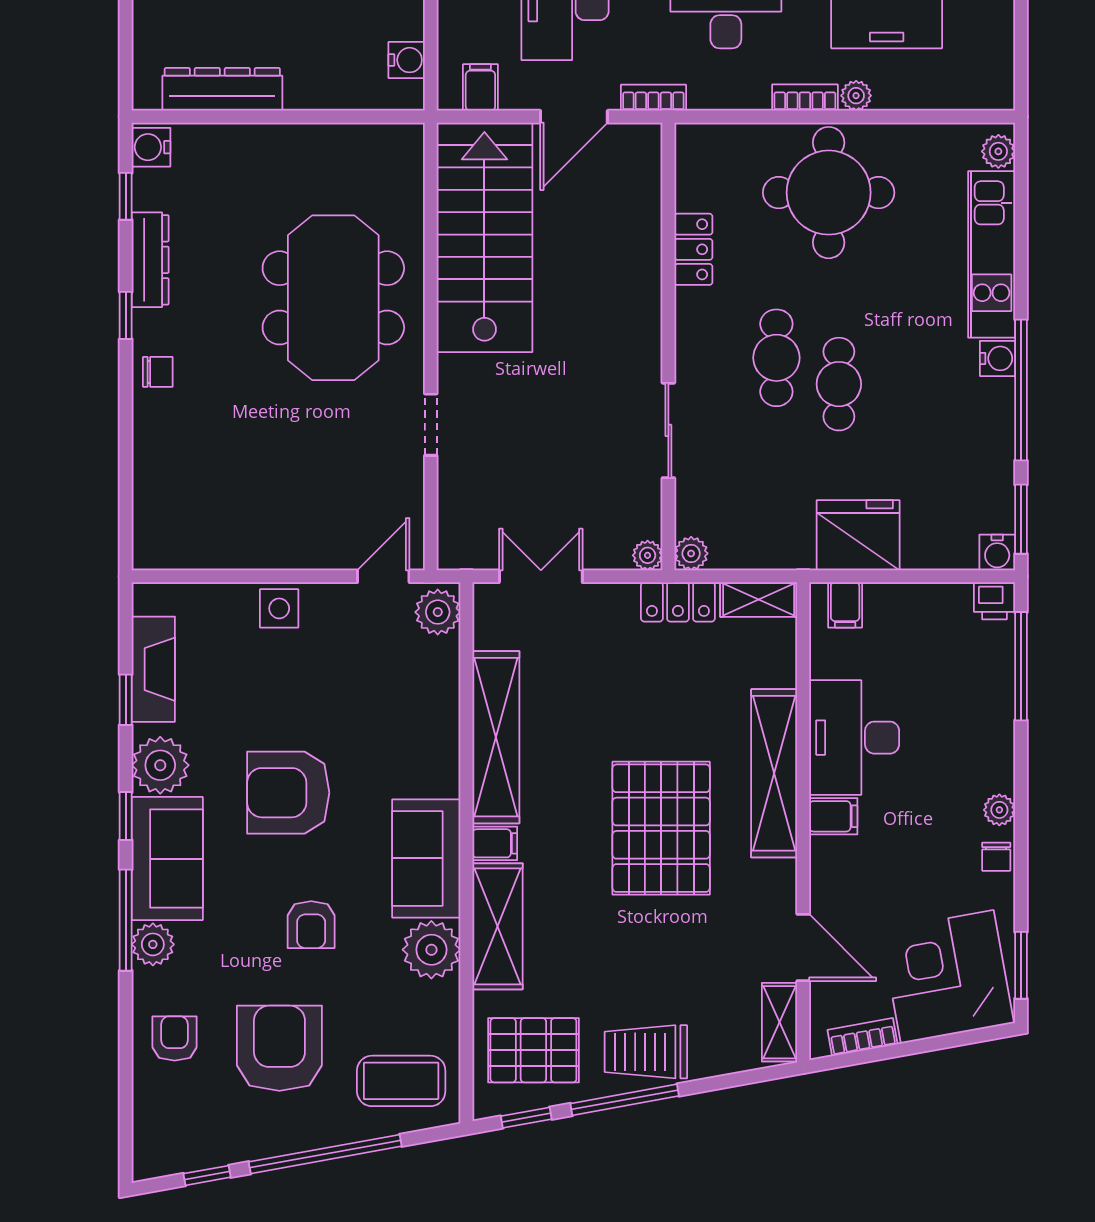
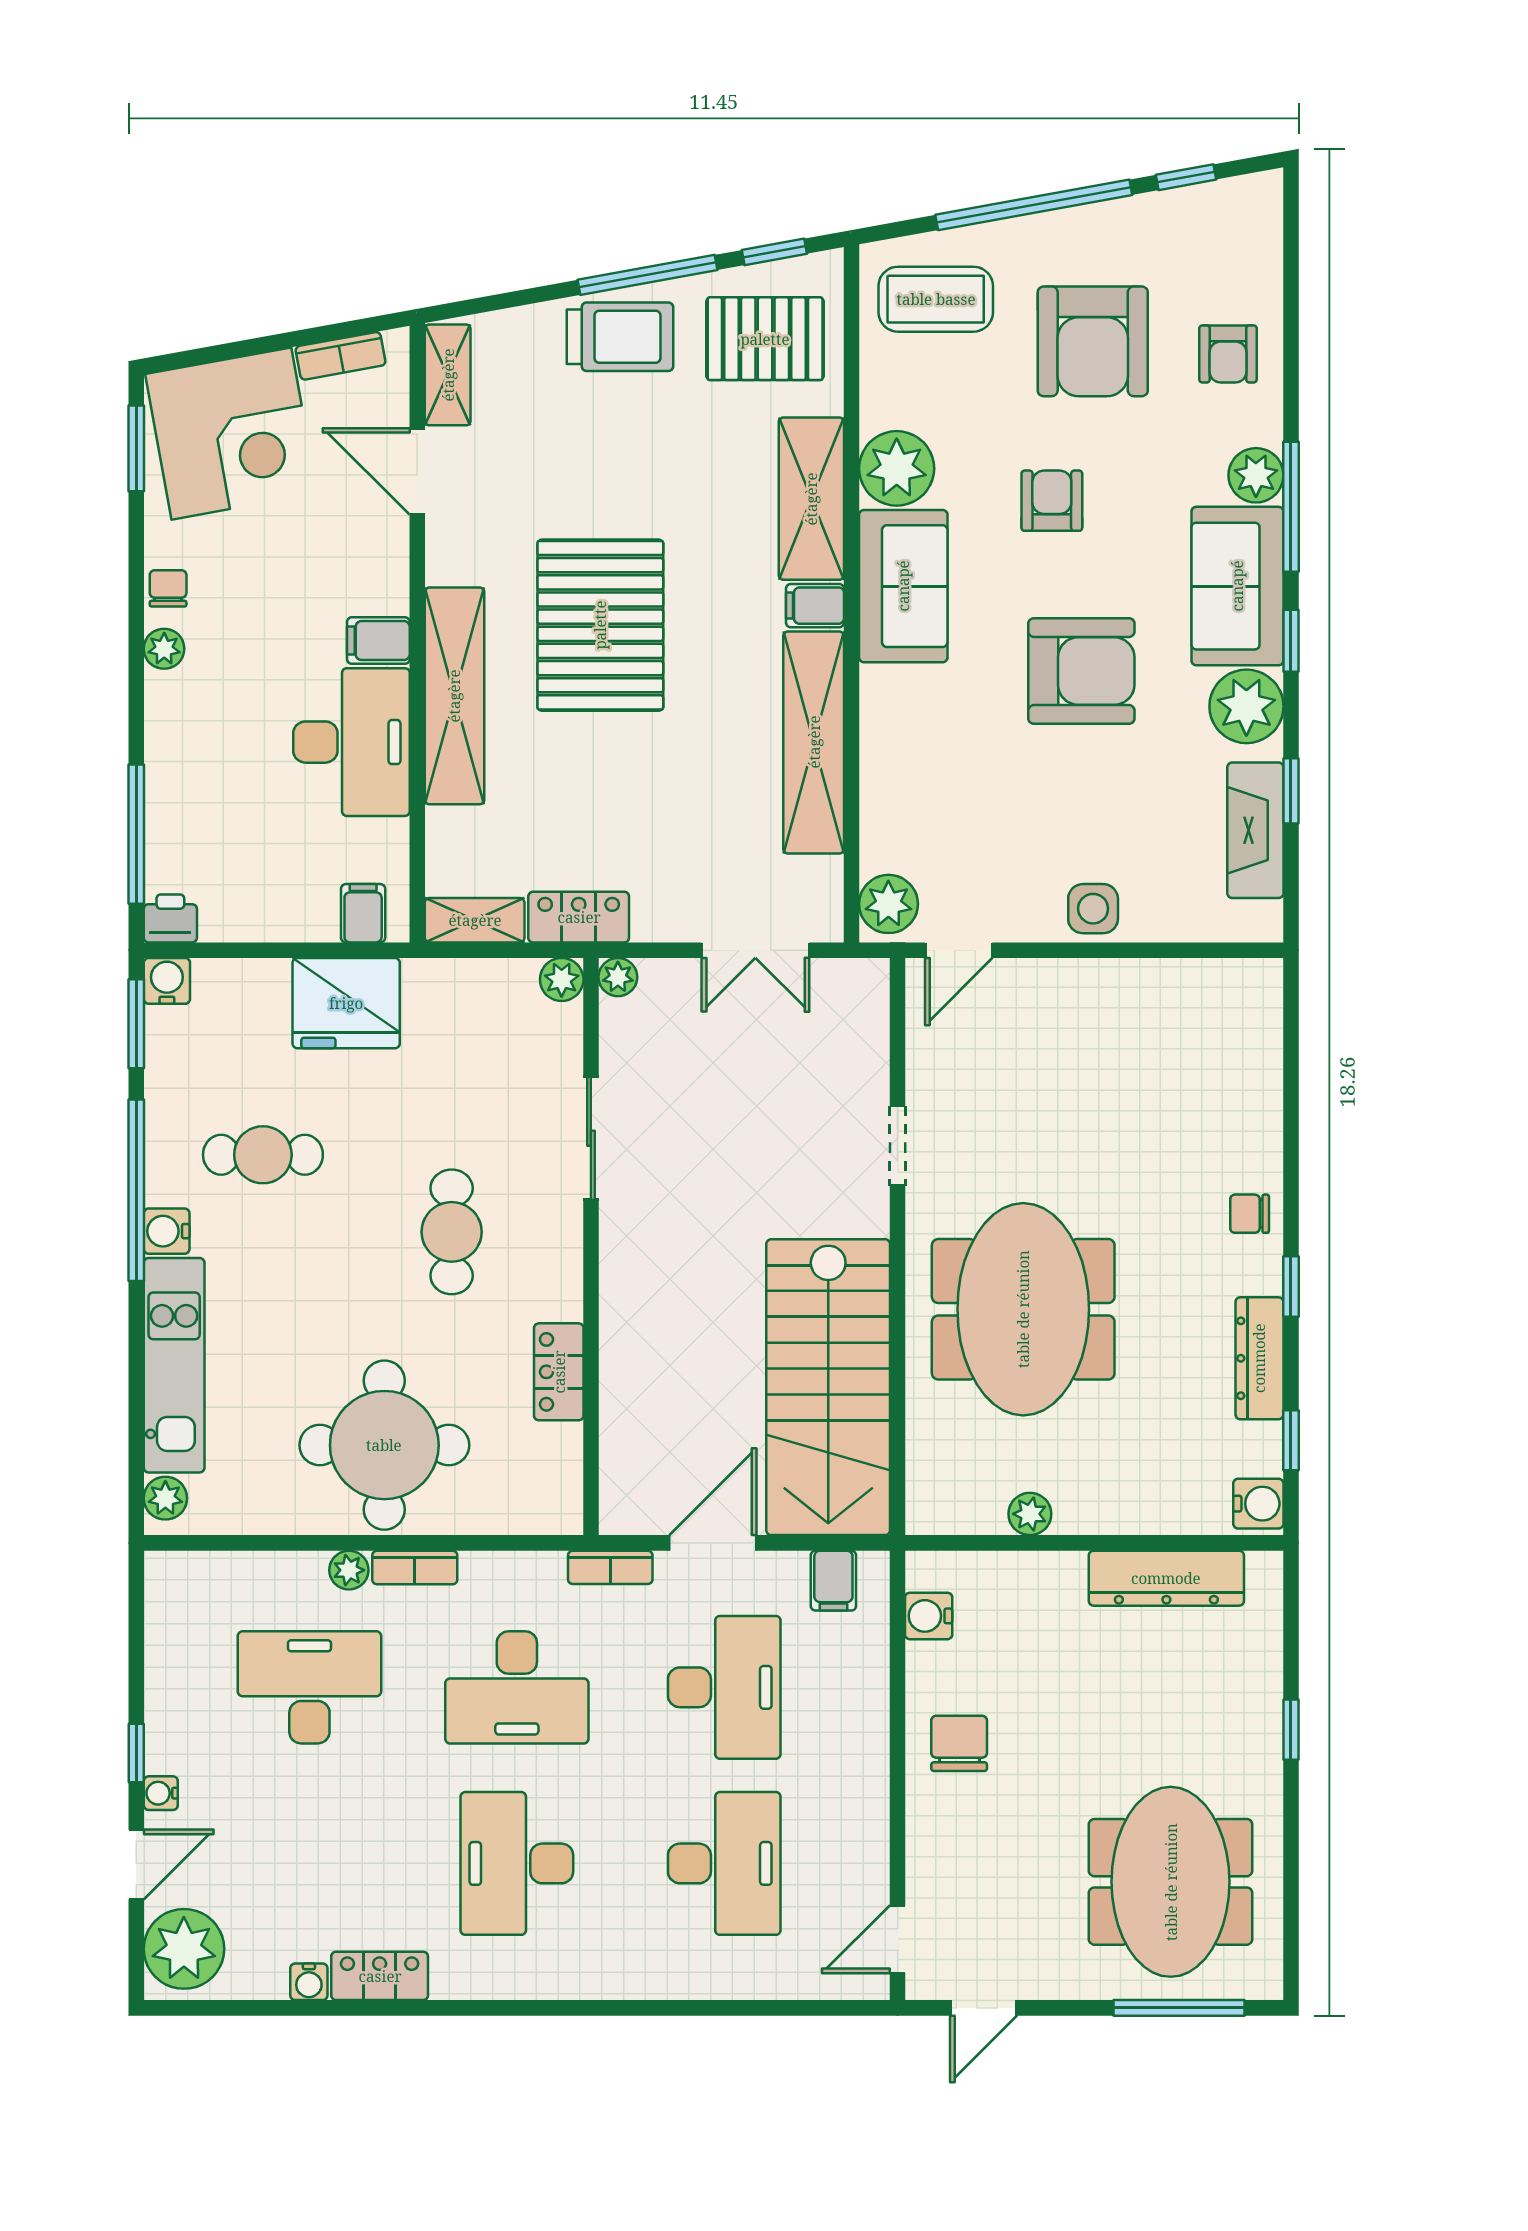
plant: (328, 139) -> (1030, 1514), added
cafe table: (839, 384) -> (263, 1155), moved, turned 90

